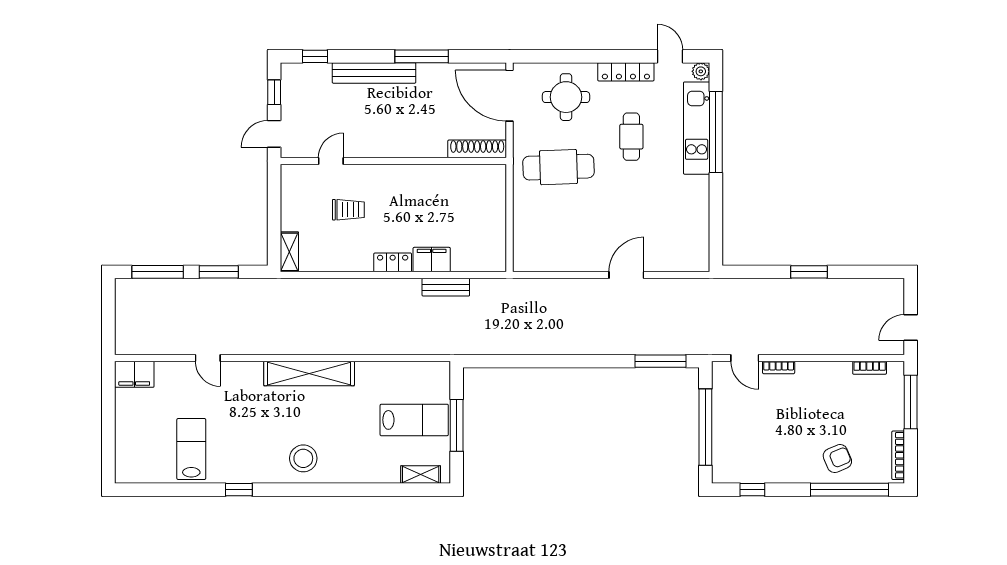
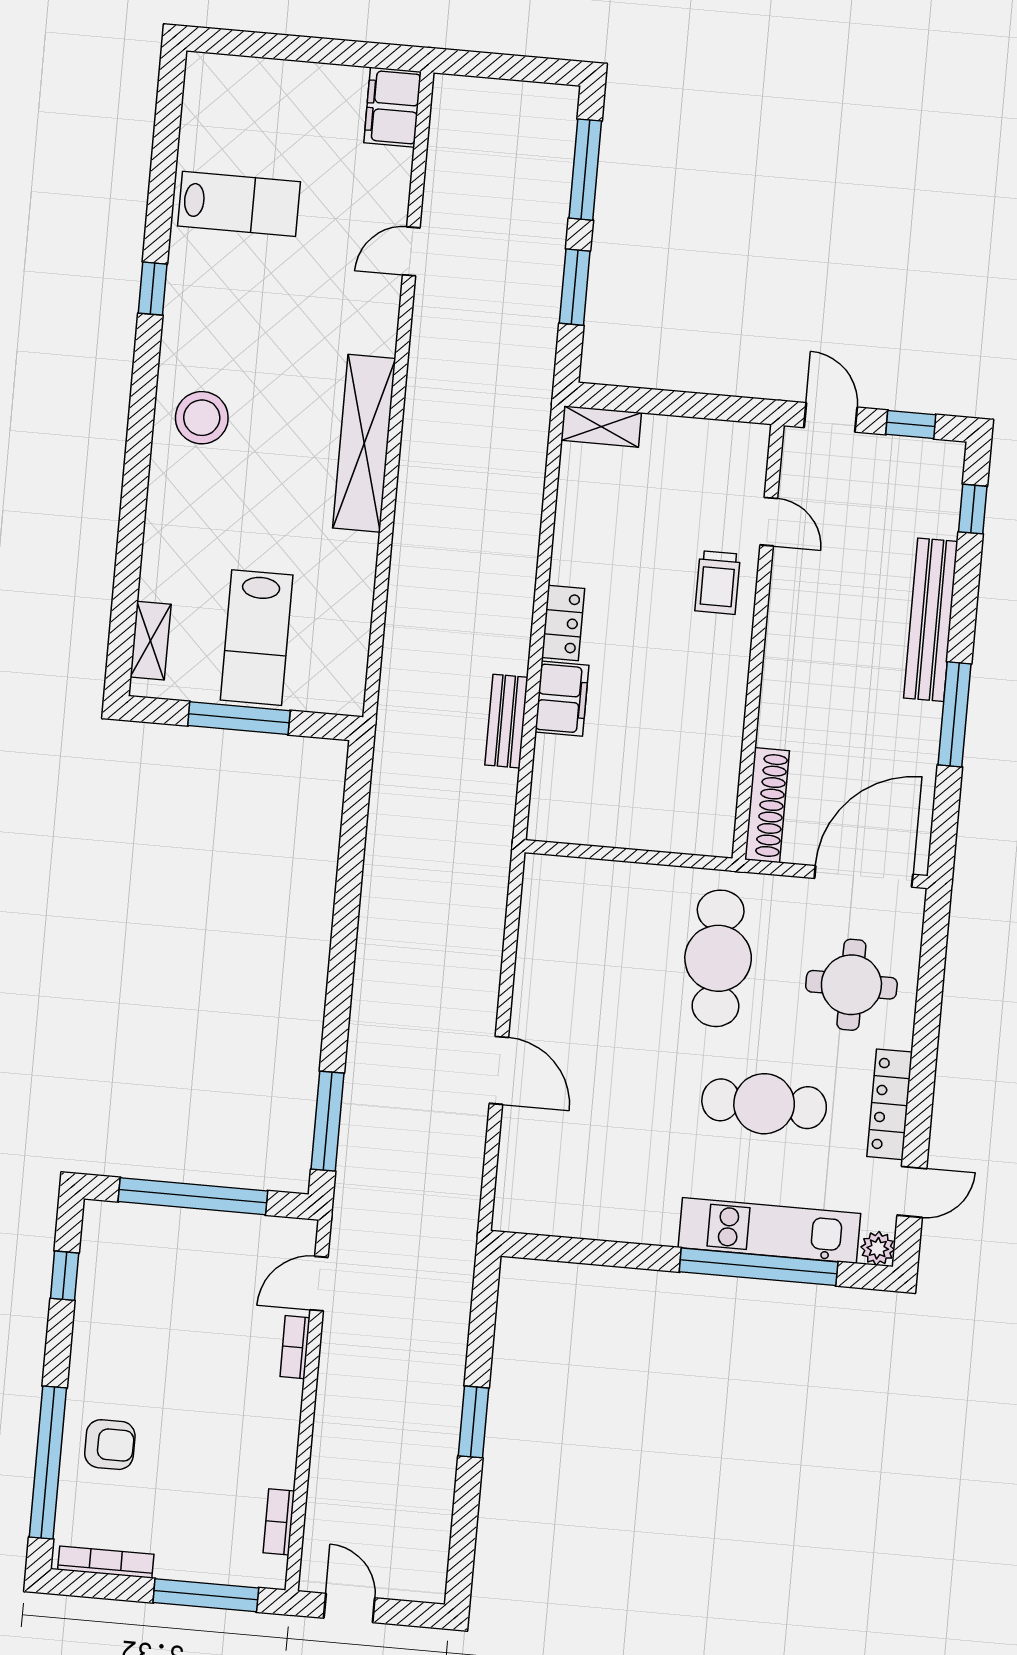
cafe table: (631, 137) -> (764, 1104), width x1.37, depth x1.35
trolley: (348, 210) -> (718, 582), moved
armchair: (837, 459) -> (110, 1445), turned -67

